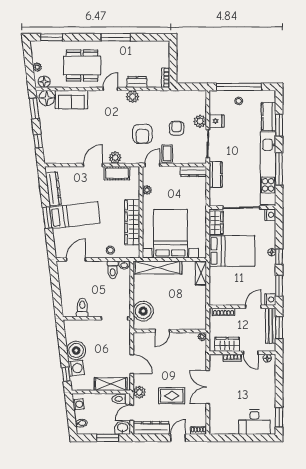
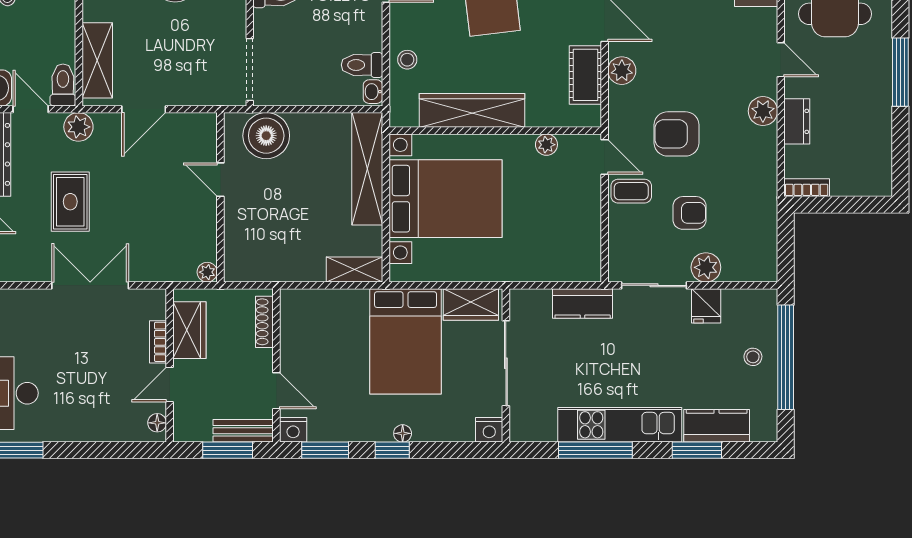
kitchen unit: (268, 168) -> (620, 425), width x0.73
dresser: (193, 171) -> (590, 252), removed
bench: (271, 326) -> (243, 431), width x0.73

